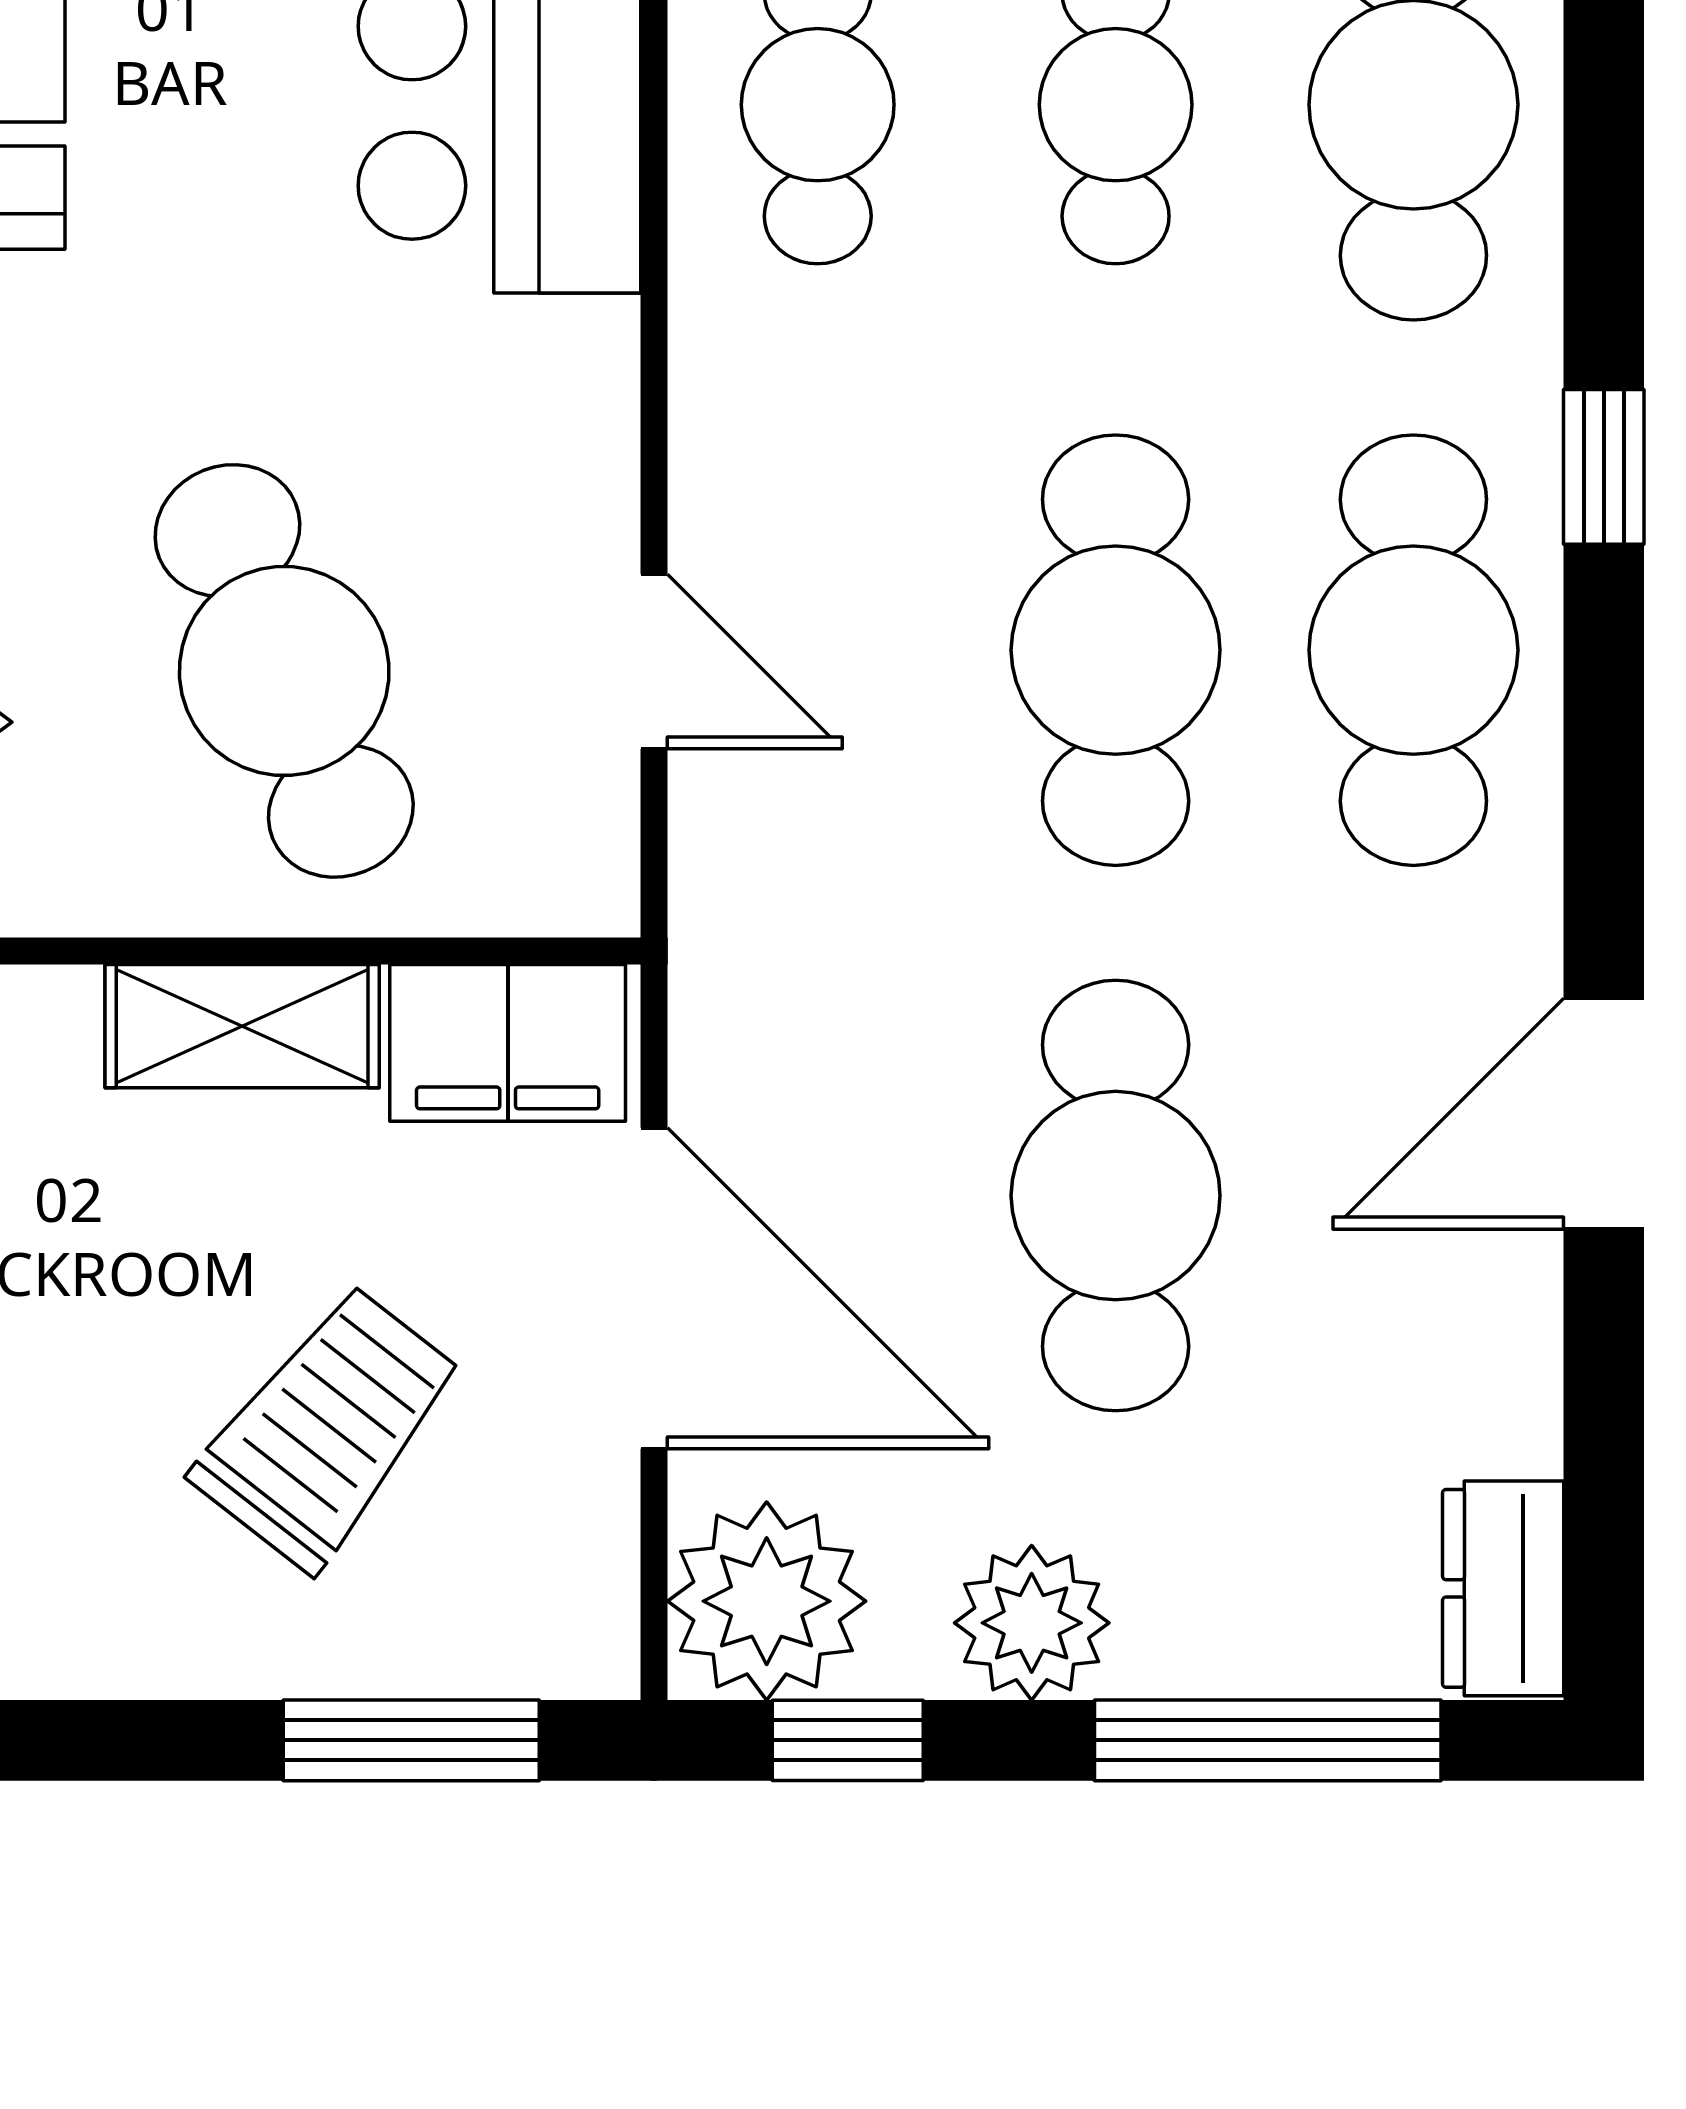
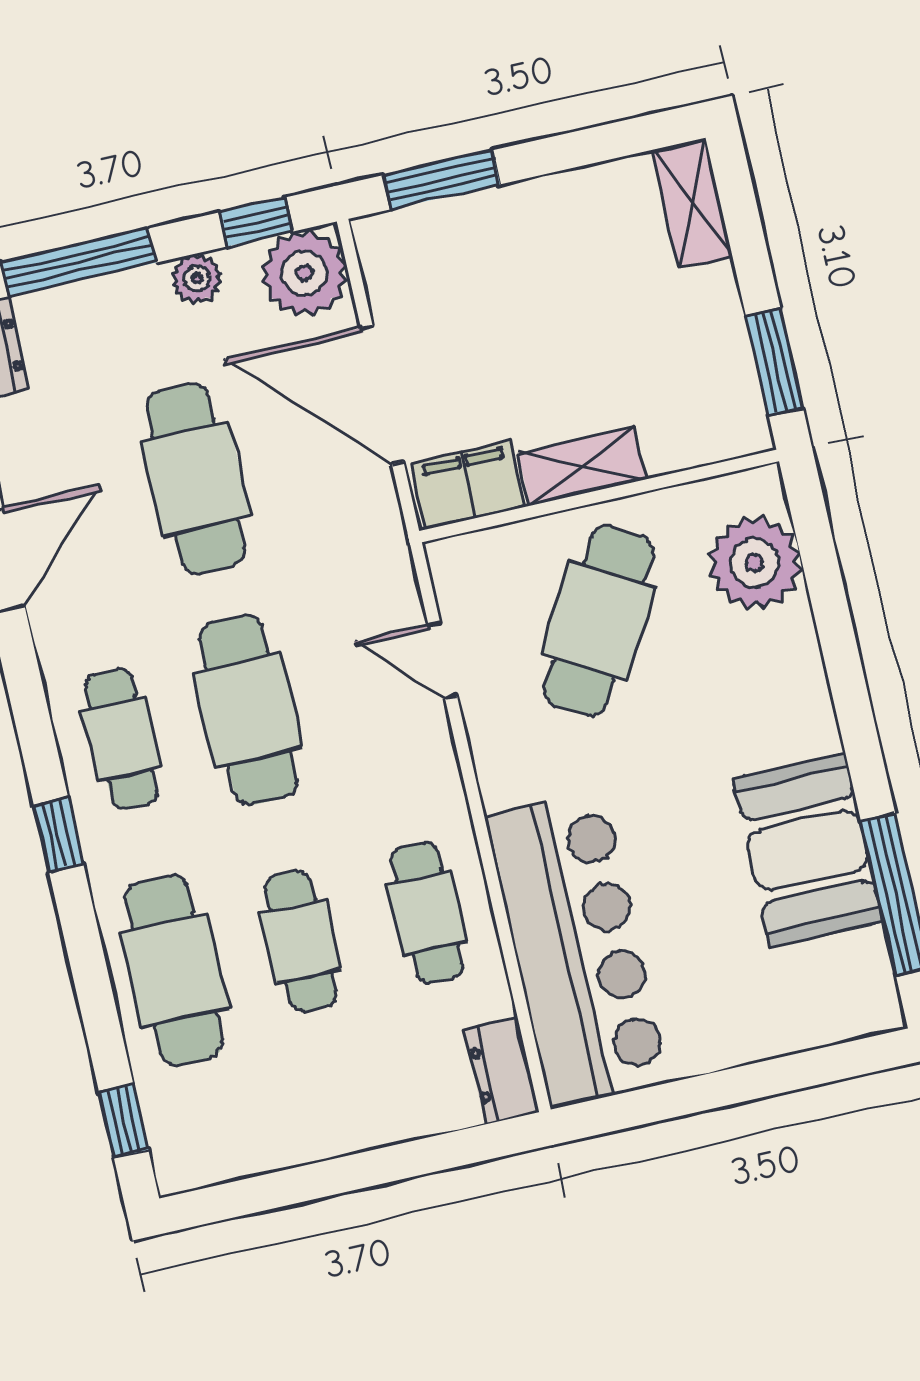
cafe table: (1413, 650) -> (122, 739), width x0.73, depth x0.74
cafe table: (284, 671) -> (599, 621), turned 52
trolley: (328, 1427) -> (507, 304), removed
plant: (1032, 1623) -> (197, 278), width x0.73, depth x0.73

